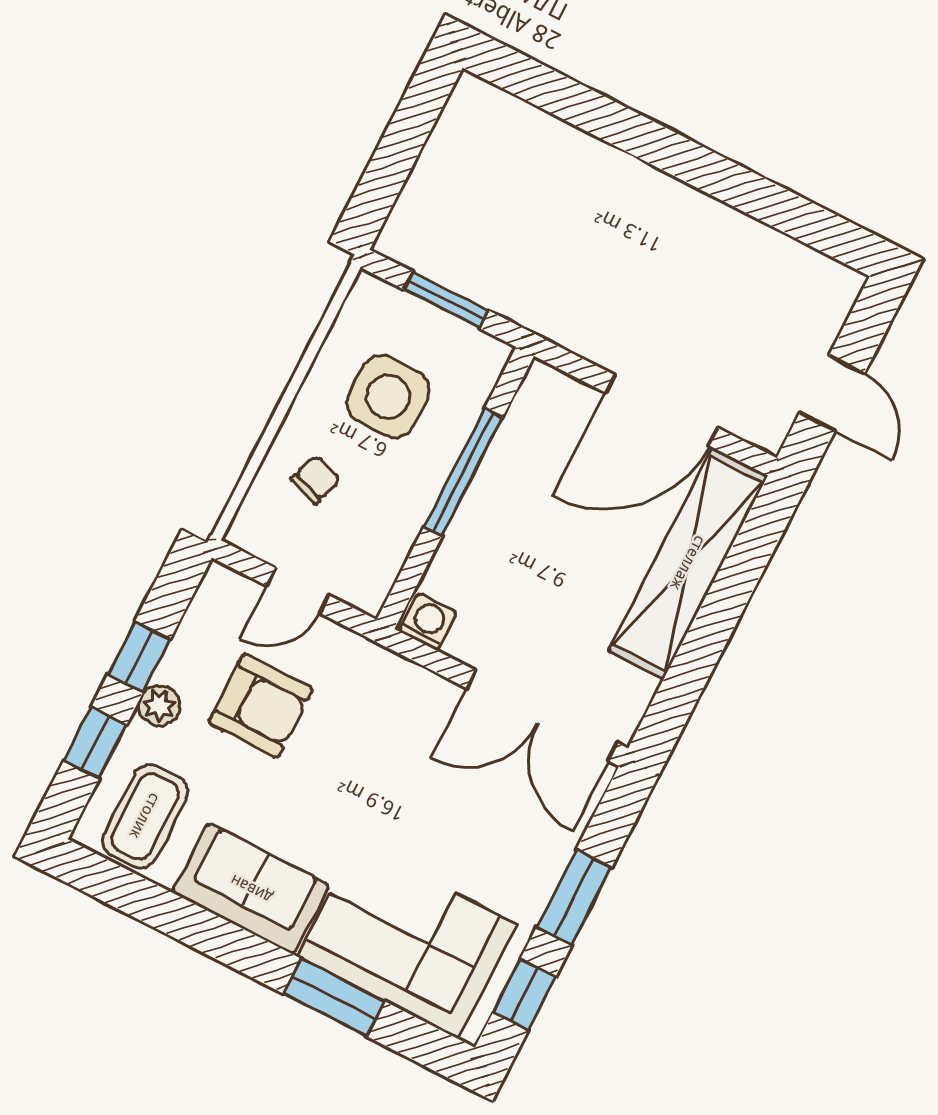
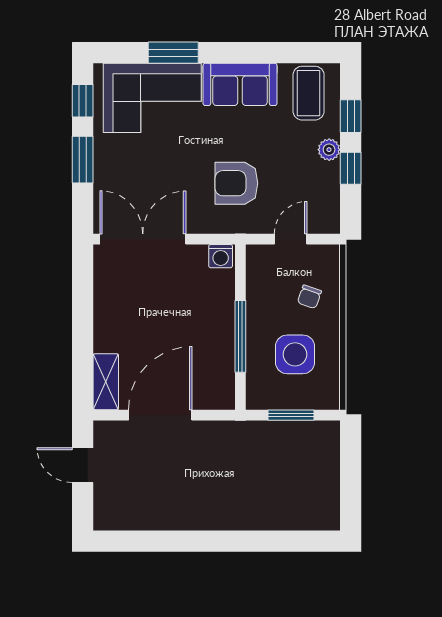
shelving: (688, 563) -> (106, 382), width x0.45, depth x0.75
armchair: (261, 706) -> (236, 183), moved

